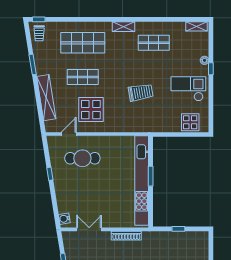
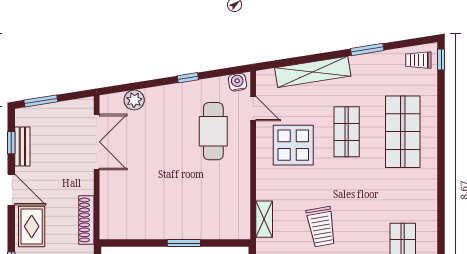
shelving: (123, 27) -> (264, 219), moved
kitchen unit: (142, 181) -> (177, 228), removed
plant: (63, 207) -> (134, 100), added
water cooler: (64, 219) -> (237, 82), moved
double door: (89, 229) -> (97, 142), width x1.37
shoe rack: (126, 236) -> (86, 220), moved

